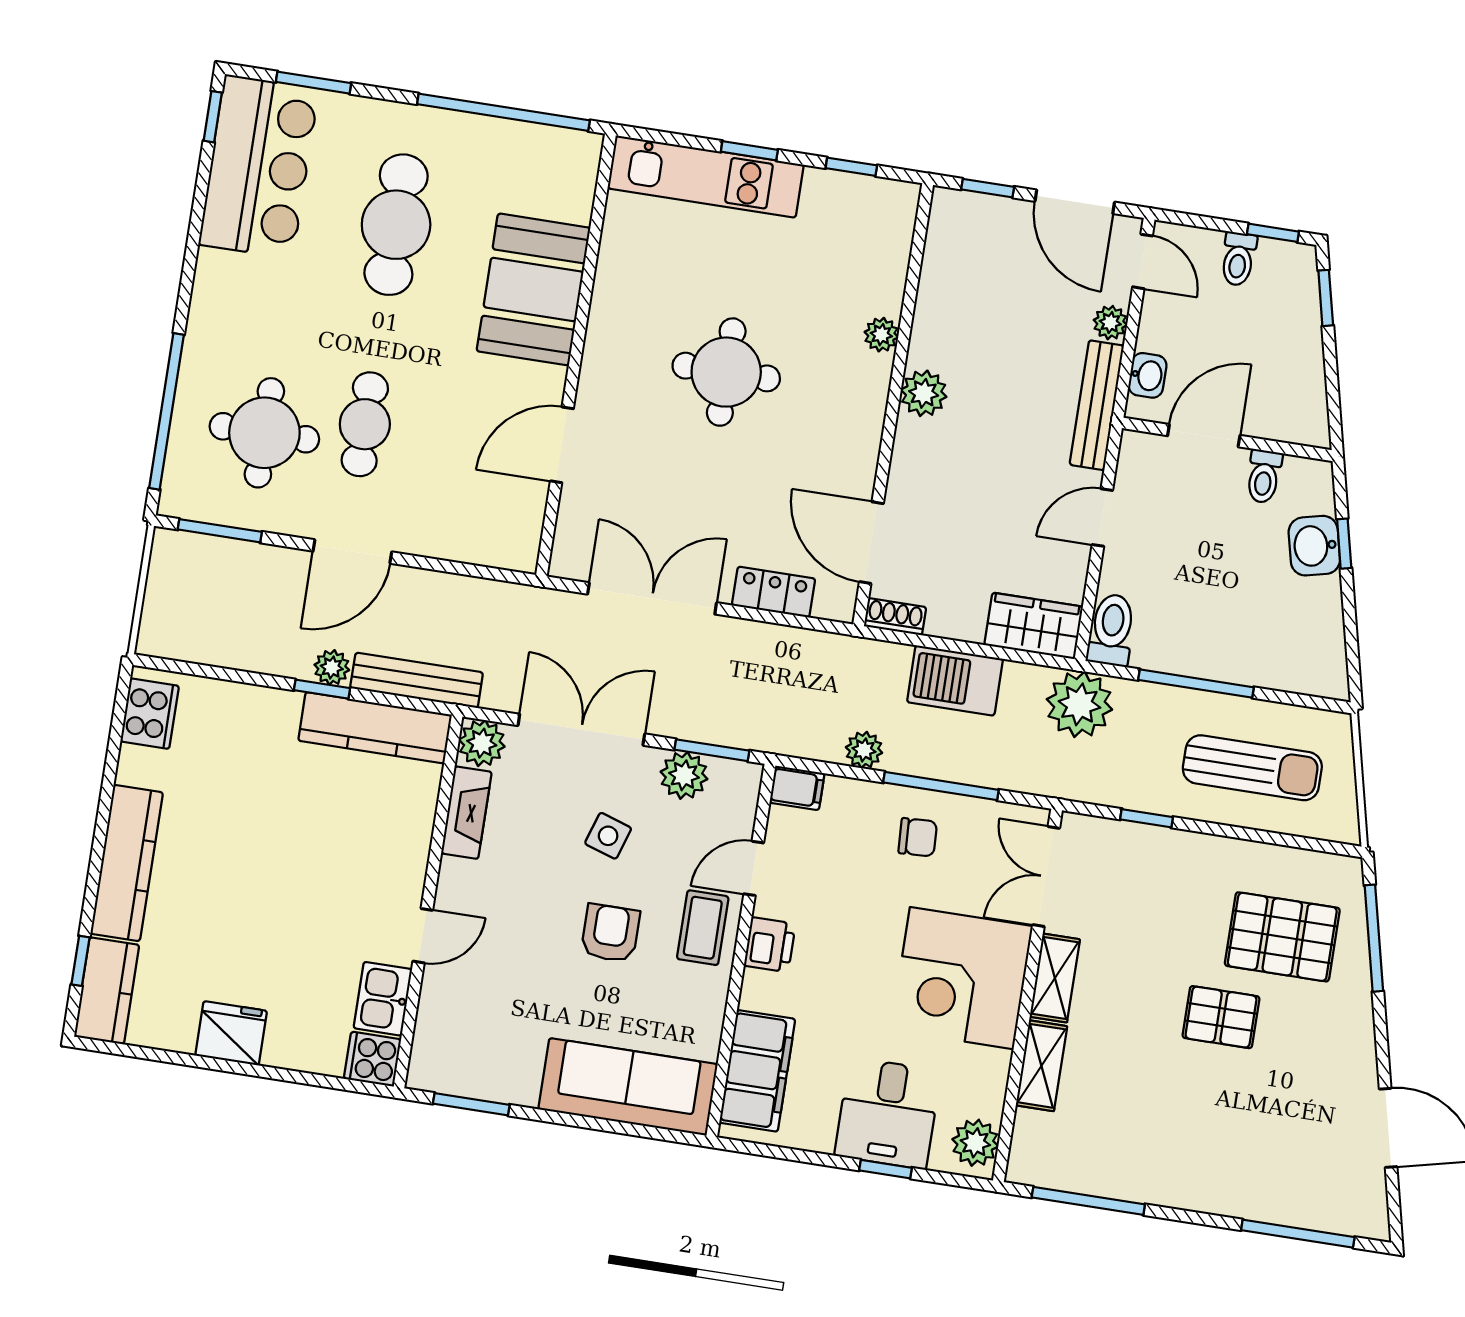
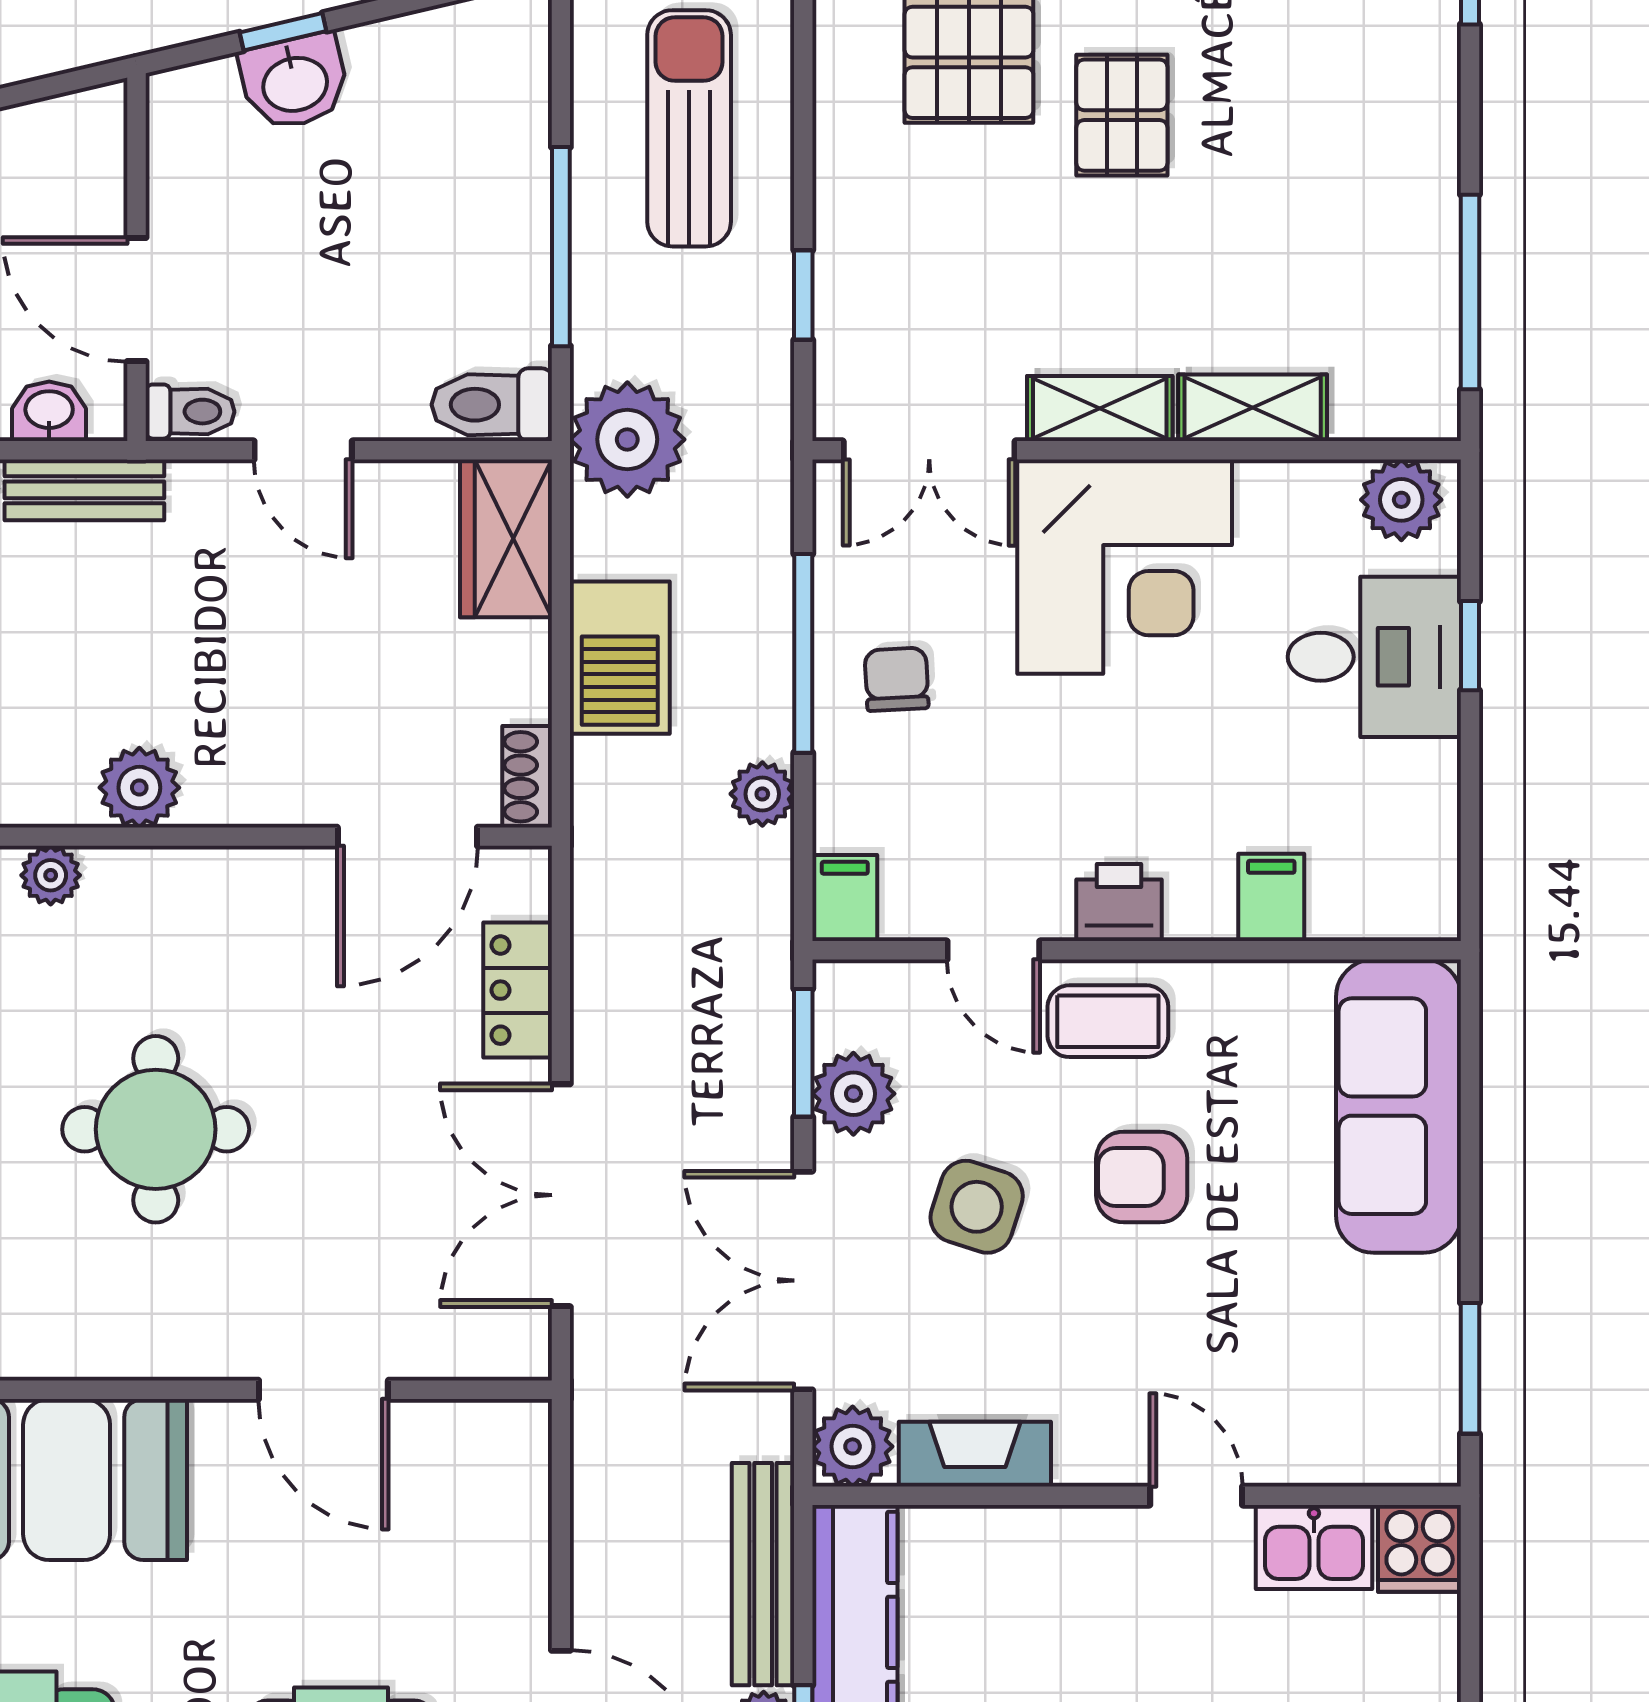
bench: (1097, 405) -> (84, 490), width x0.73
toilet: (1264, 476) -> (190, 412), moved
side table: (608, 836) -> (977, 1207), width x1.37, depth x1.37
filing cabinet: (757, 1071) -> (1271, 897), width x0.33, depth x0.86

